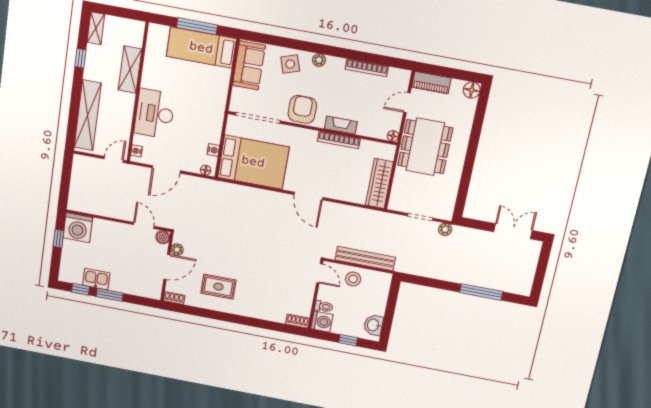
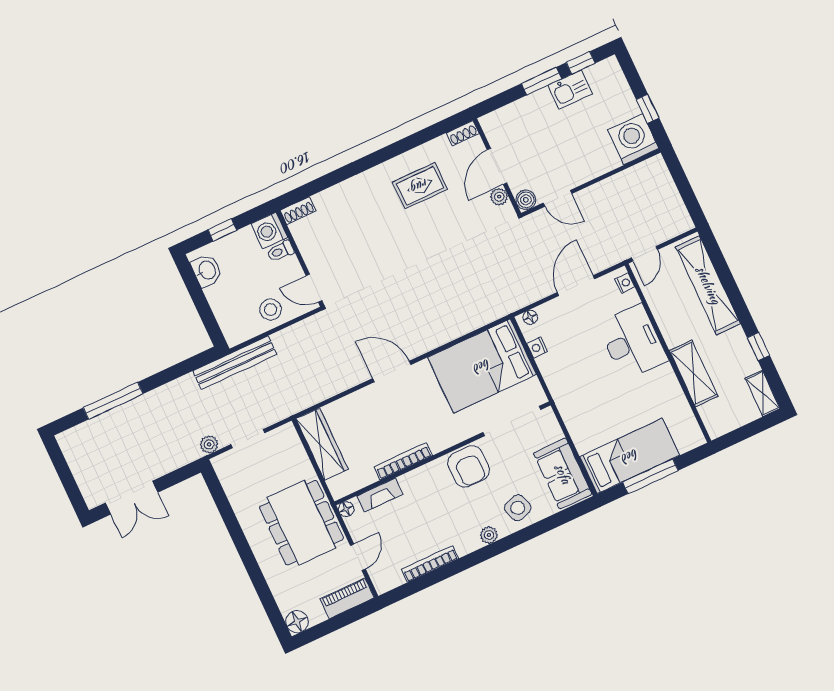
fireplace: (341, 125) -> (380, 495), moved
bench: (365, 259) -> (235, 363), moved

